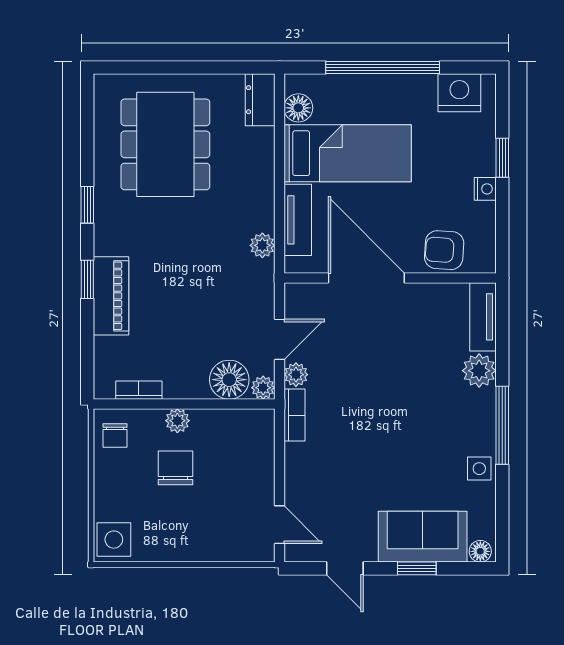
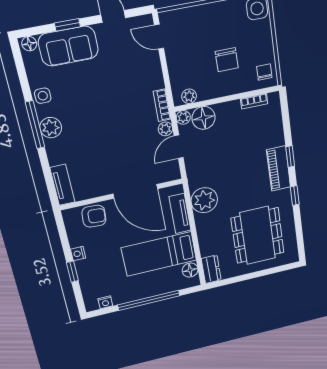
nightstand: (459, 93) -> (105, 302), width x0.53, depth x0.56
plant: (262, 245) -> (204, 200), width x1.88, depth x1.88
piano: (111, 296) -> (279, 169), moved
plant: (479, 371) -> (51, 128), moved
plant: (177, 421) -> (189, 96), moved

